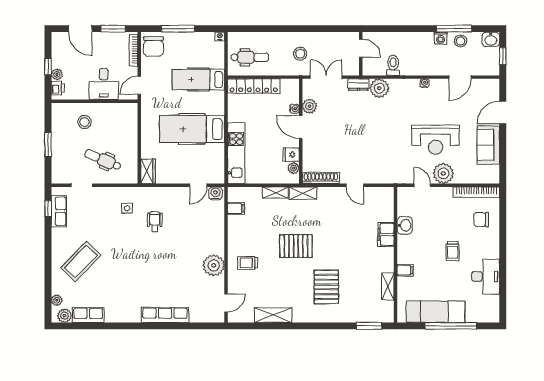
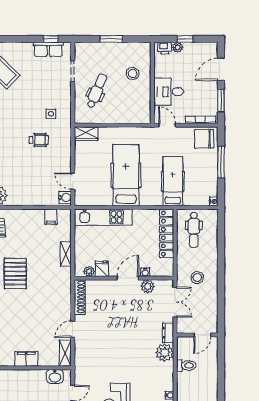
shelving: (303, 193) -> (65, 353), moved
washbasin: (405, 225) -> (55, 376), moved

